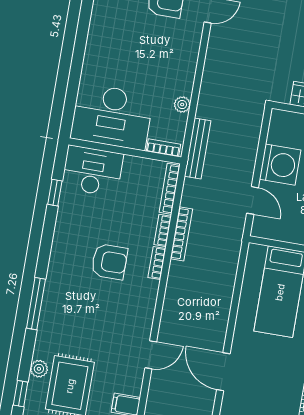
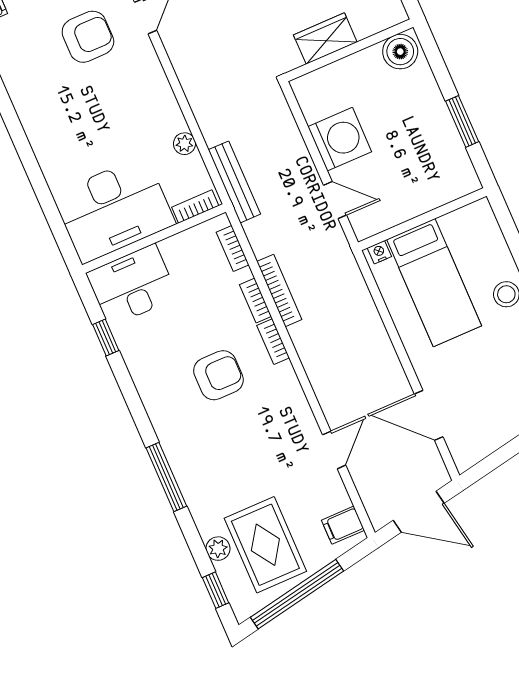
bookcase: (170, 189) -> (233, 248), width x0.64
nightstand: (259, 251) -> (379, 252), added

